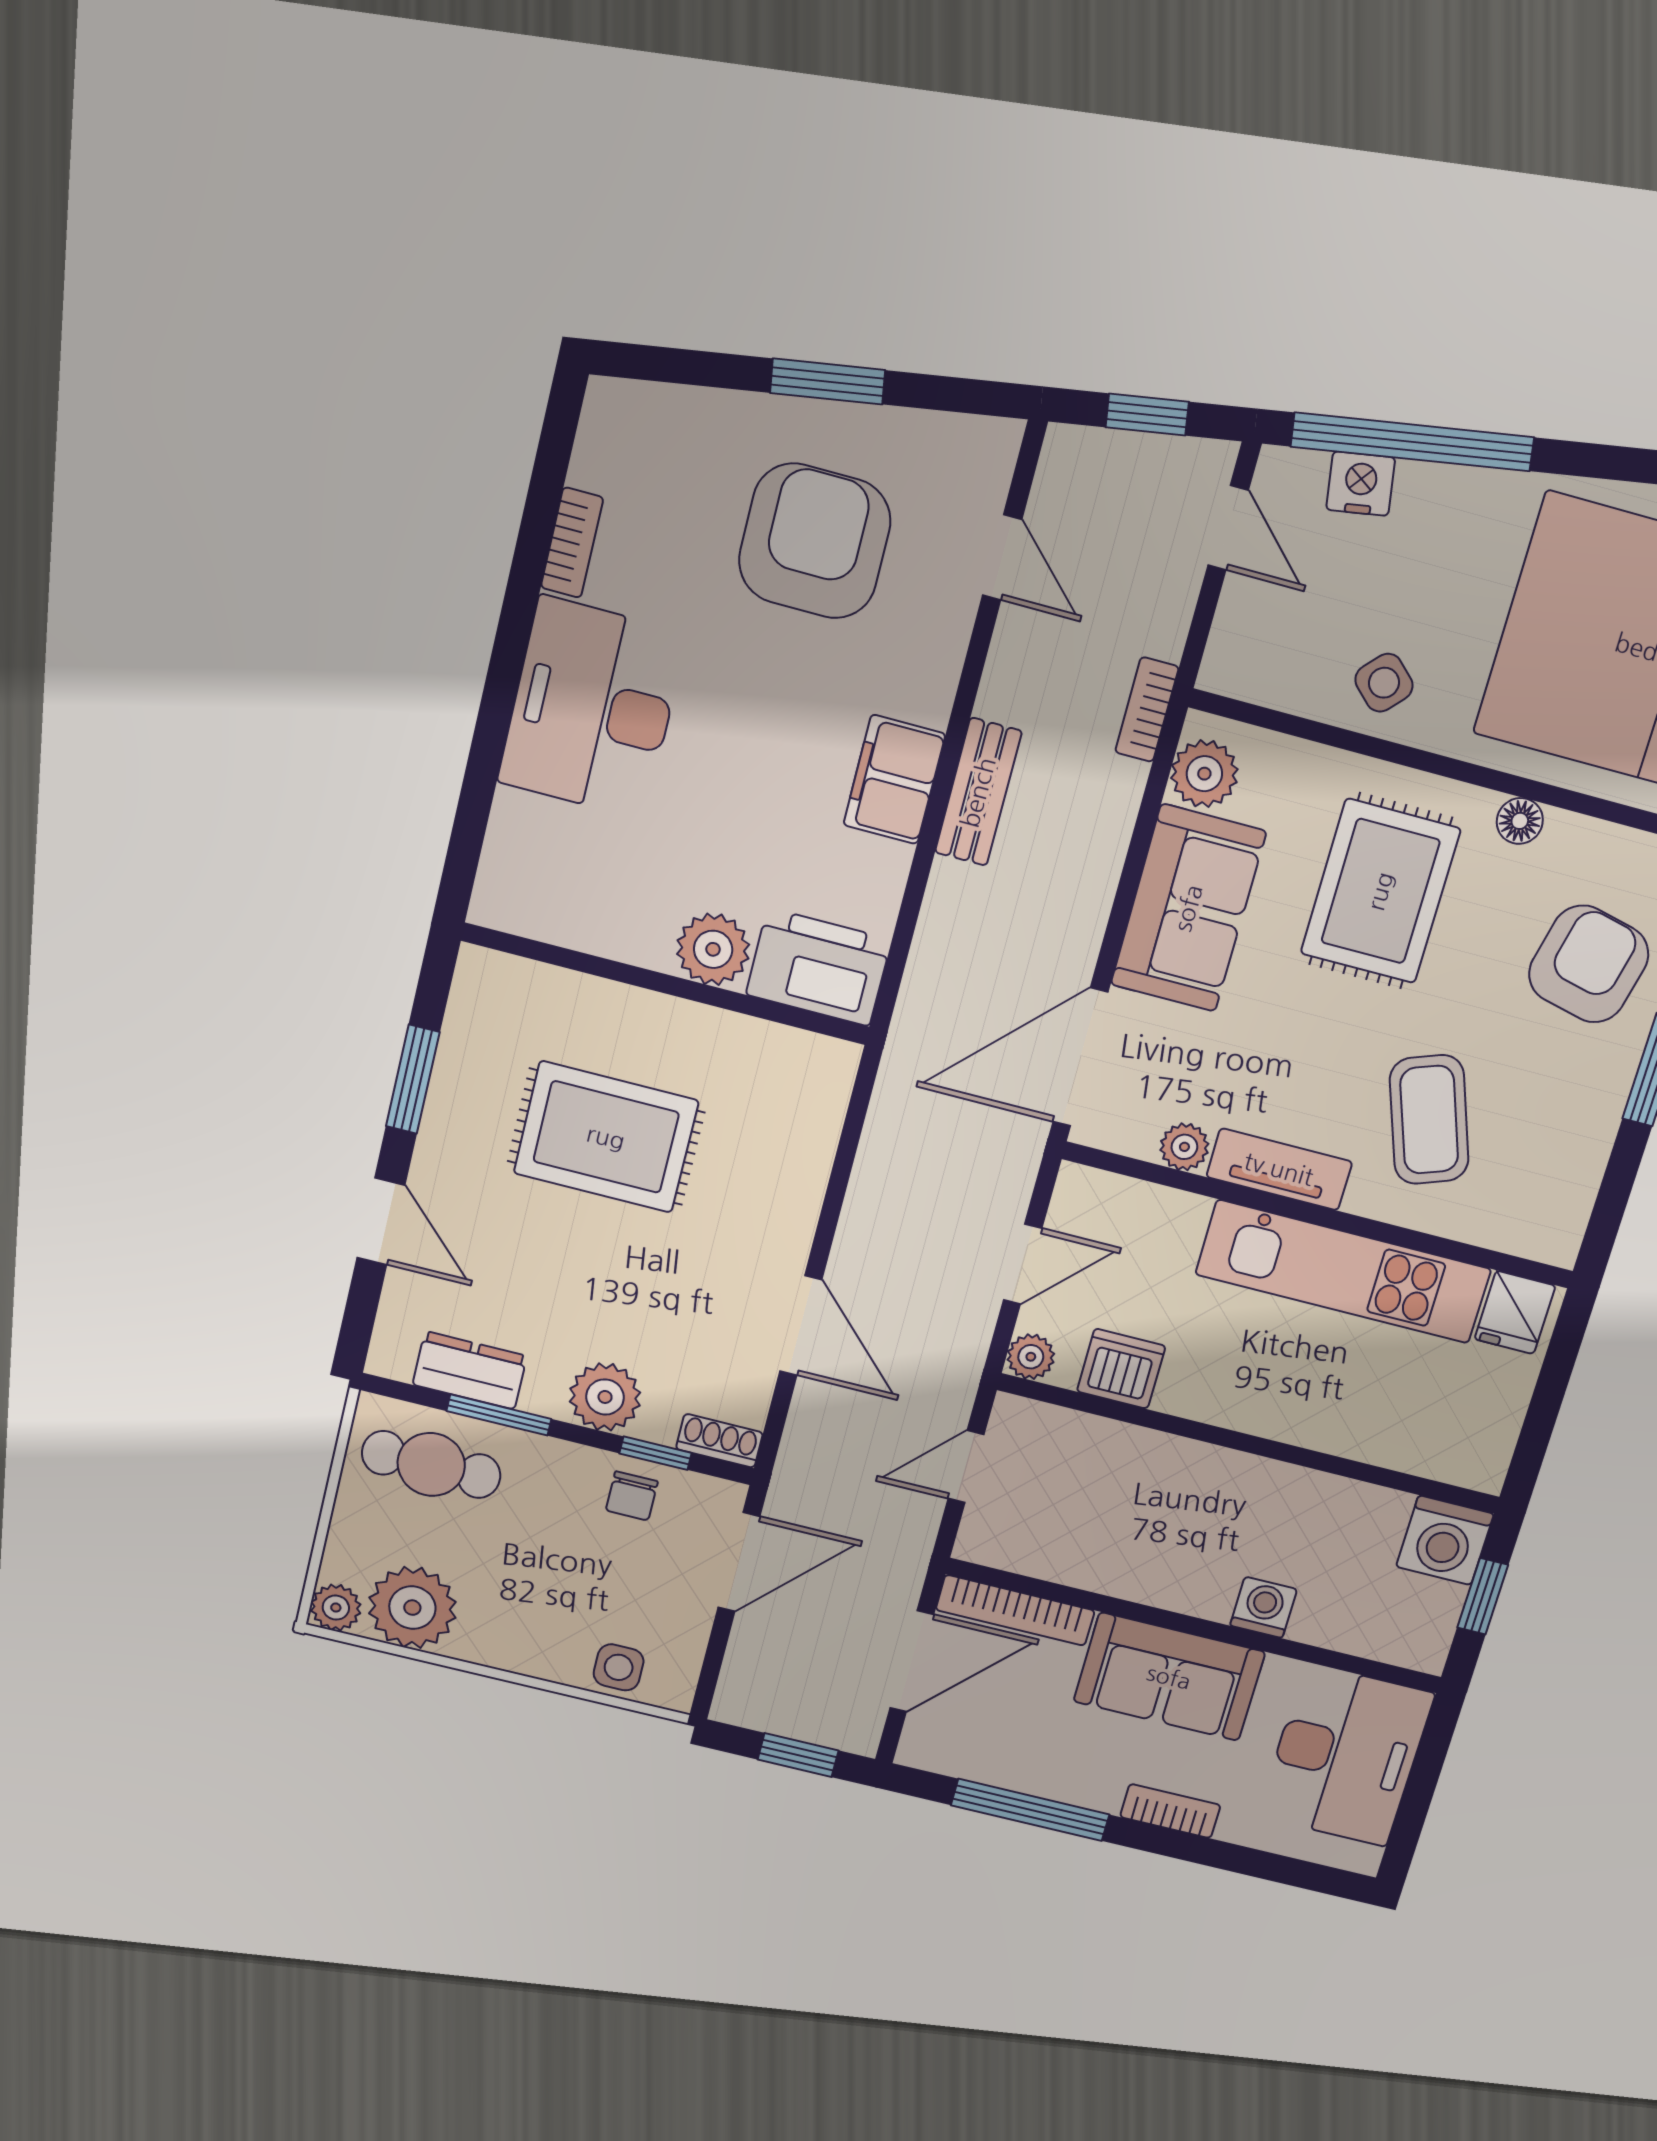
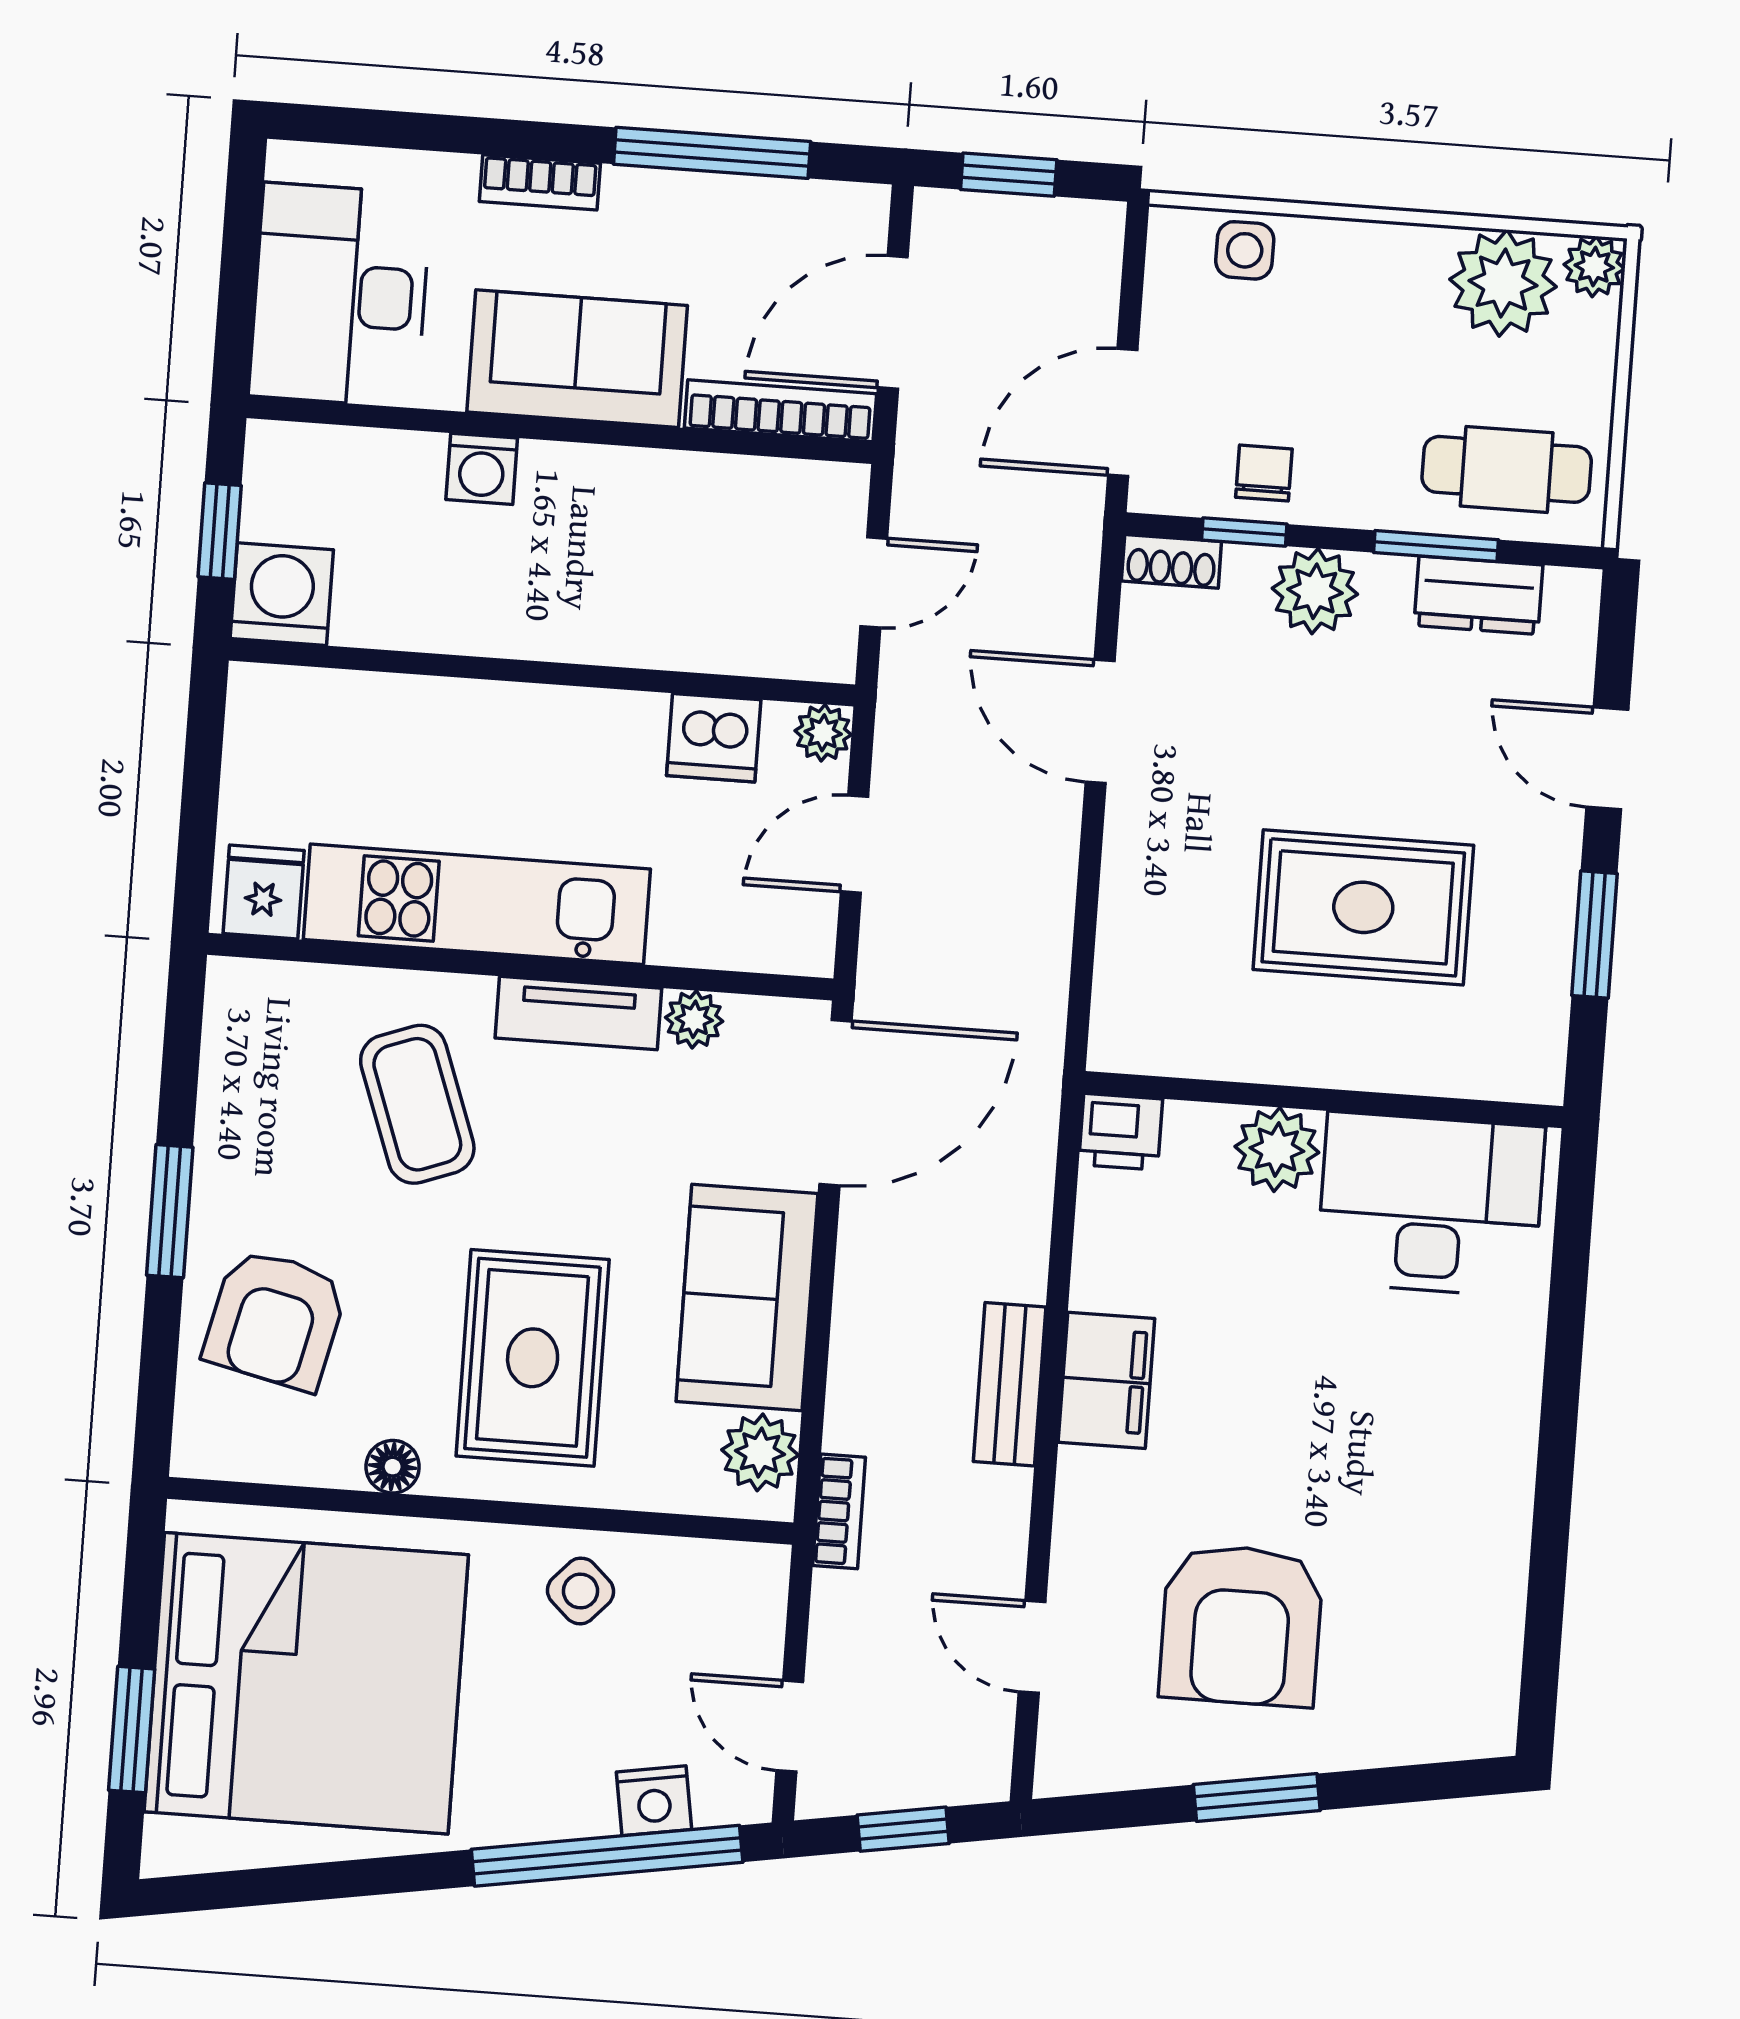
bookcase: (572, 543) -> (1506, 1573), removed
desk: (592, 708) -> (1431, 1205), moved, turned -90
printer: (819, 967) -> (1121, 1132), width x0.53, depth x0.68

